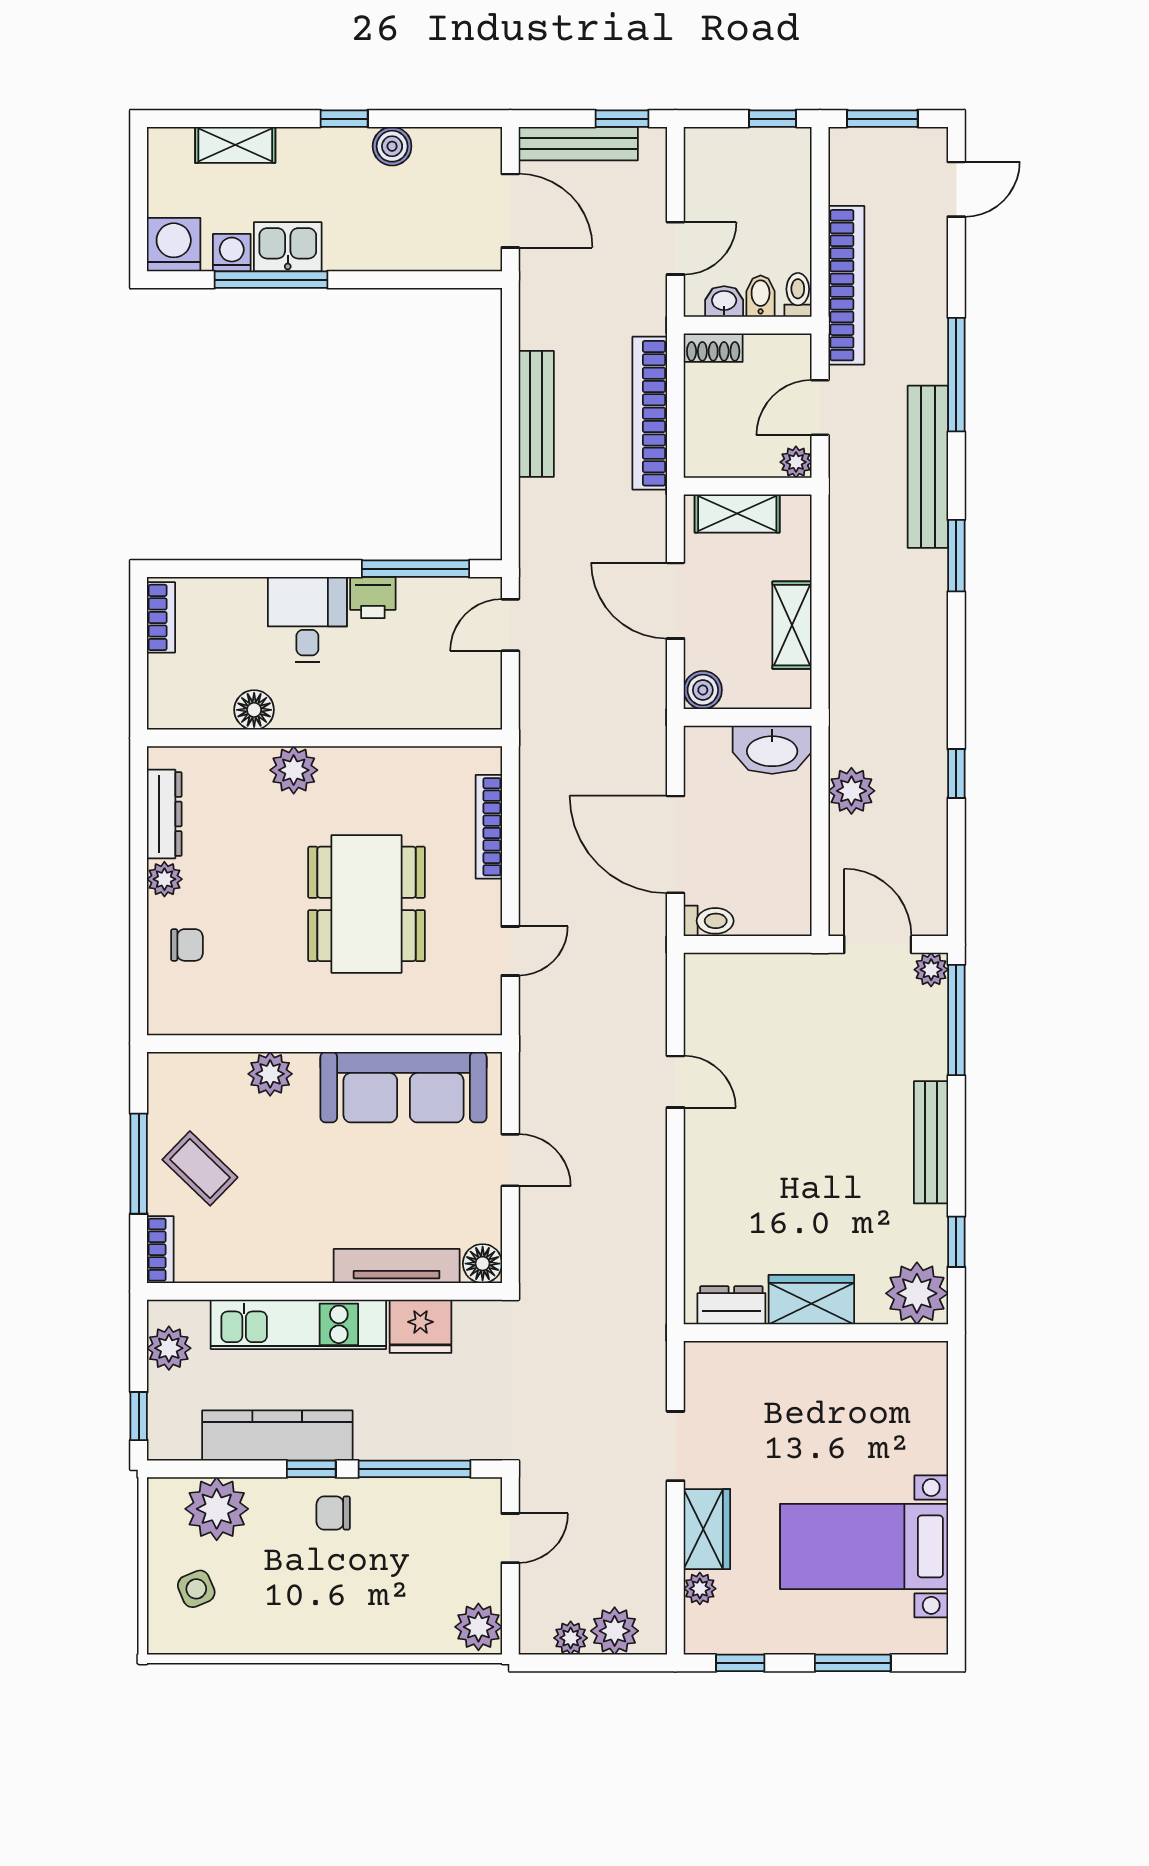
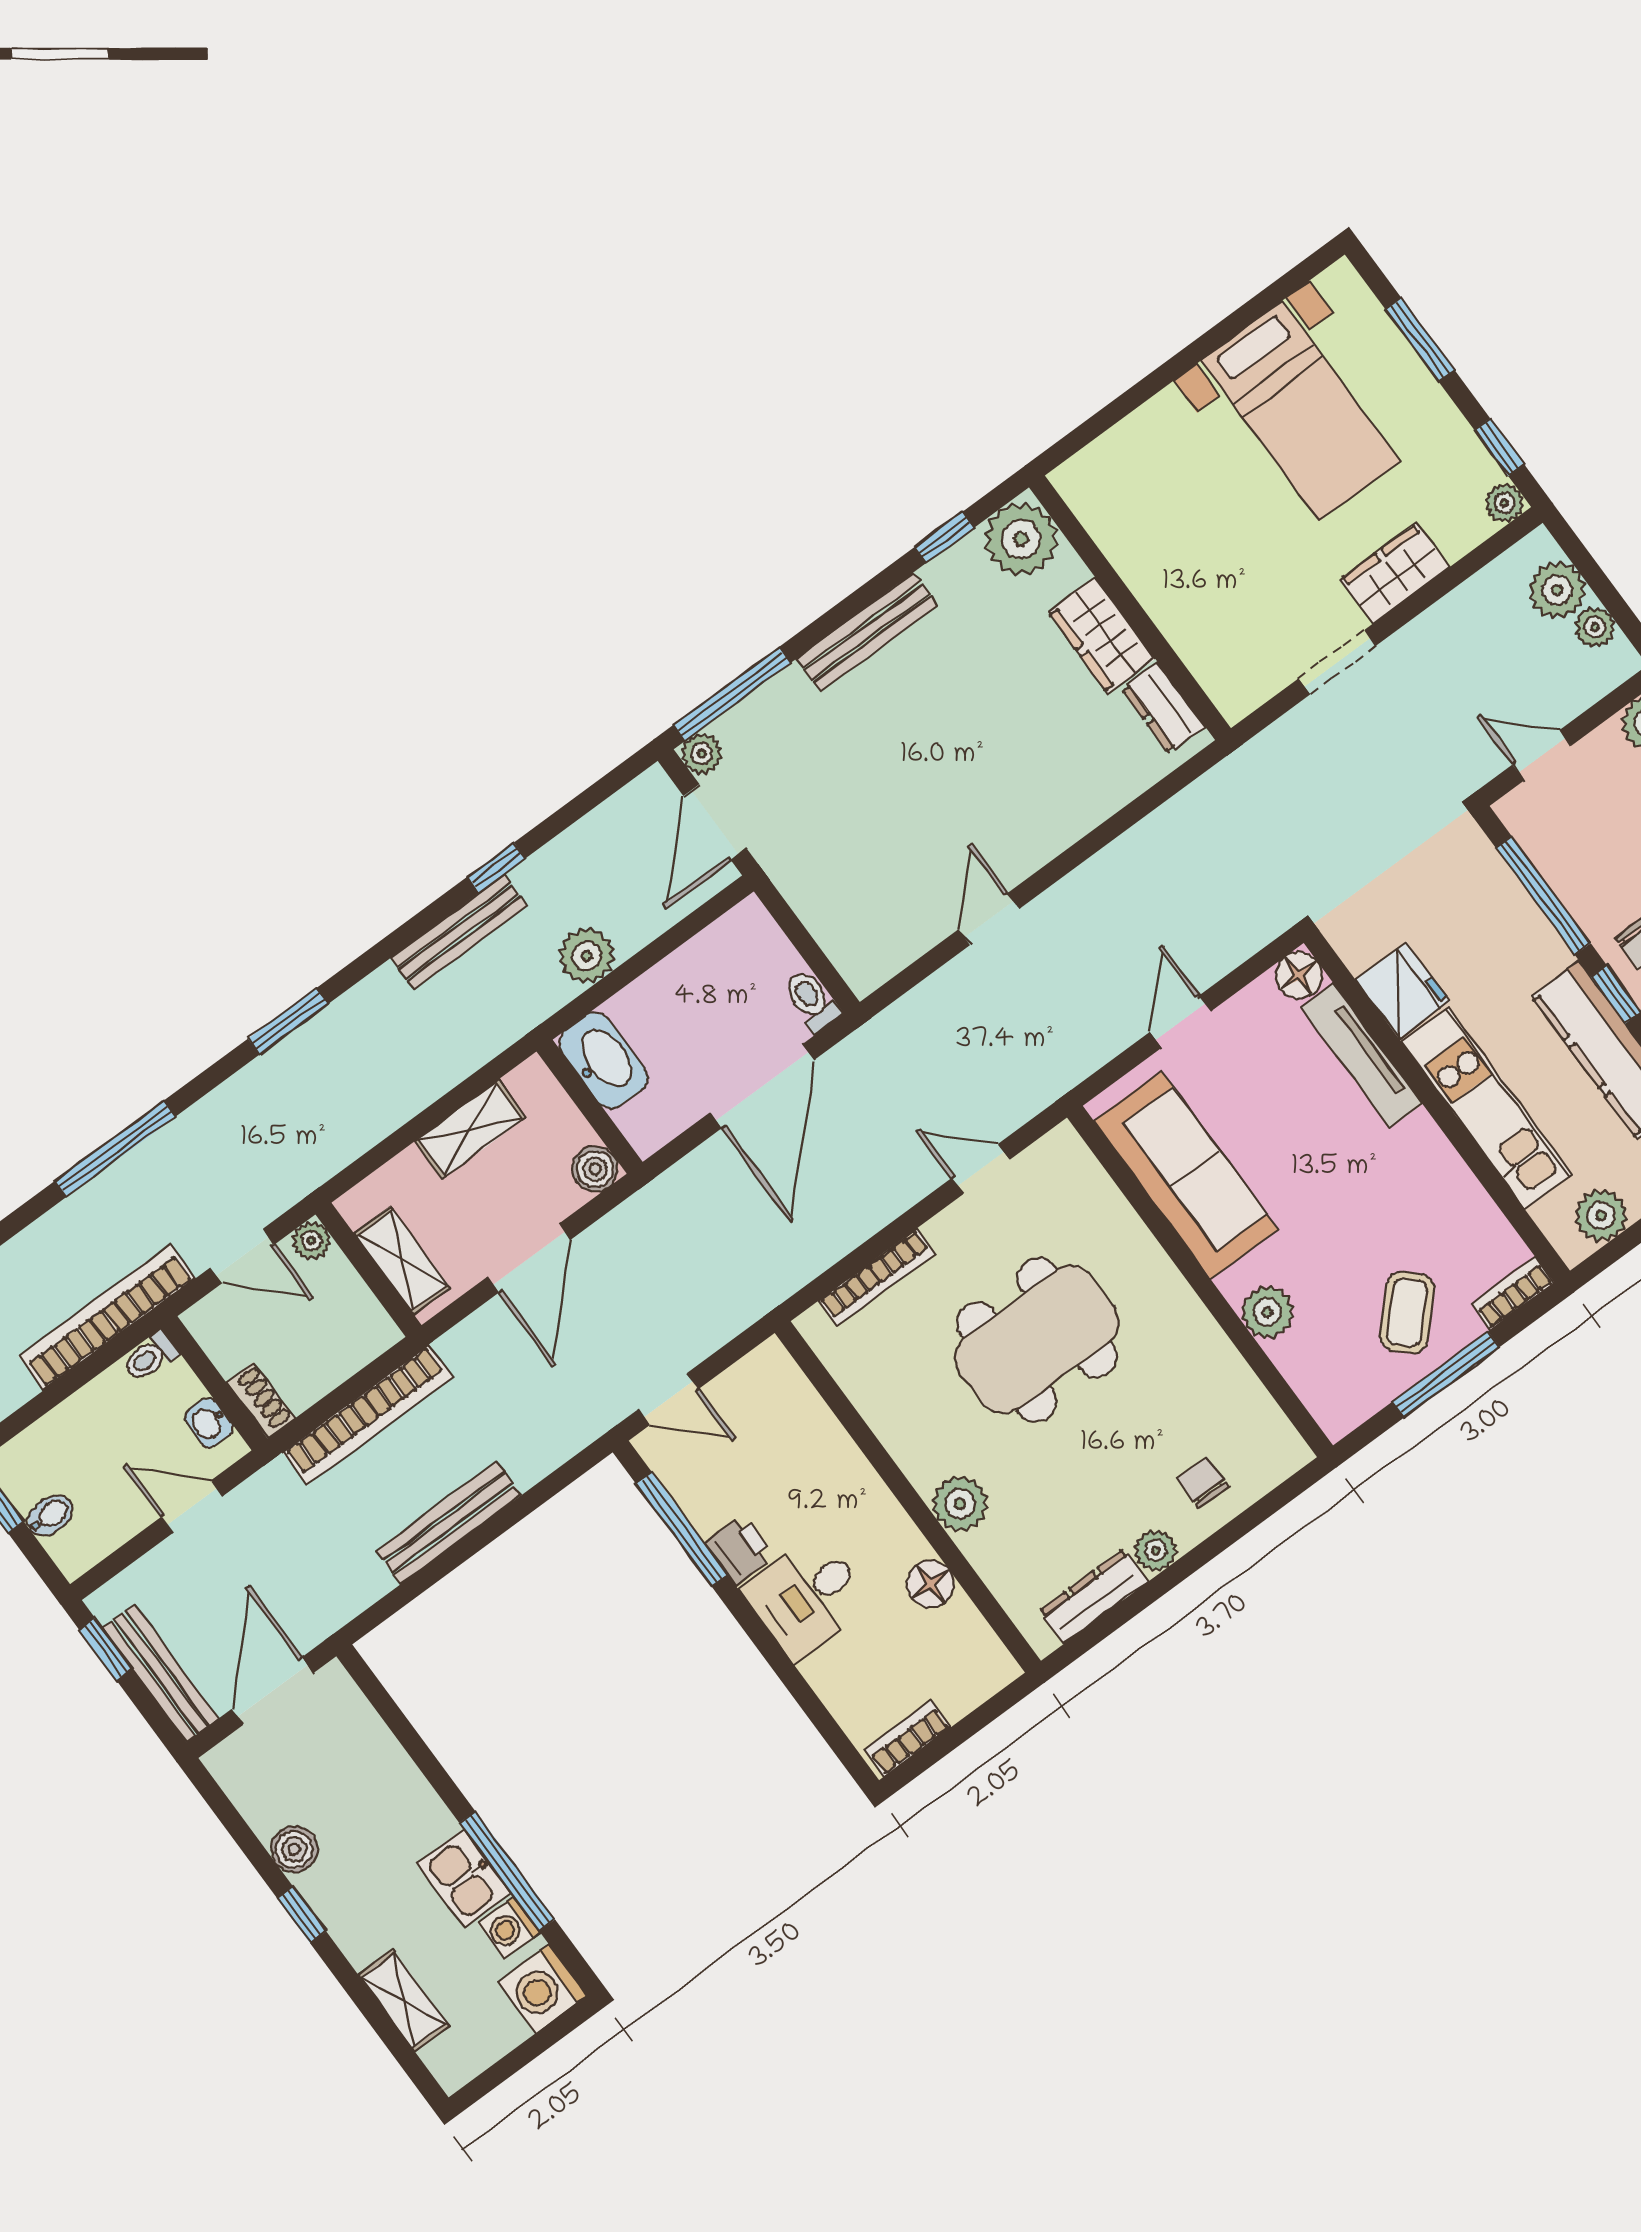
bidet: (761, 296) -> (50, 1516), moved, turned 180
bench: (928, 467) -> (459, 932), moved, width x0.73, depth x0.82
plant: (700, 1589) -> (1504, 503), moved

